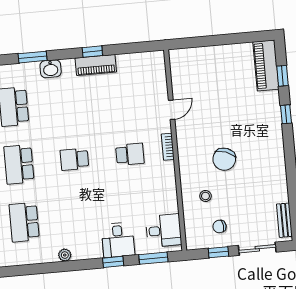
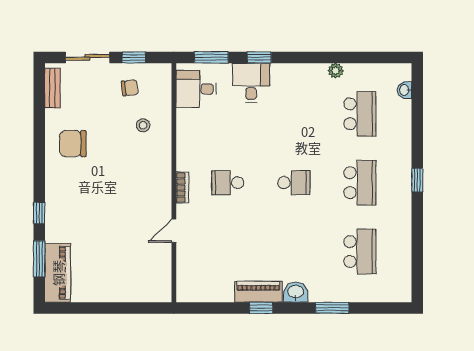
washbasin: (51, 69) -> (296, 292), moved
window: (282, 76) -> (39, 259), width x1.50
chair: (224, 159) -> (73, 144), moved, turned -110
plant: (65, 255) -> (336, 71), moved

